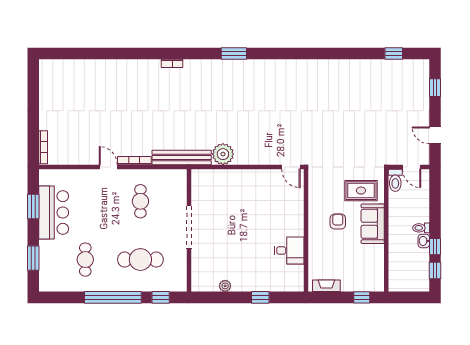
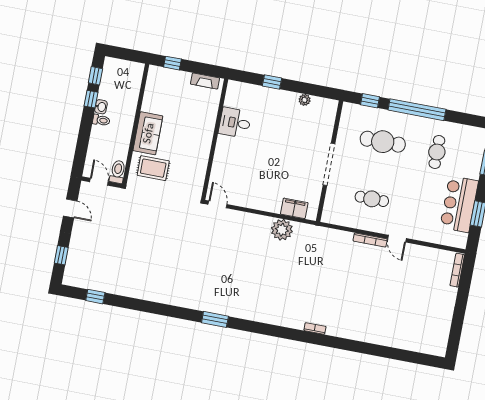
window: (234, 53) -> (215, 319), moved
bench: (182, 158) -> (323, 234), removed
filing cabinet: (215, 177) -> (294, 208), added
cafe table: (140, 201) -> (372, 199), turned 90
armchair: (338, 222) -> (182, 142), removed

